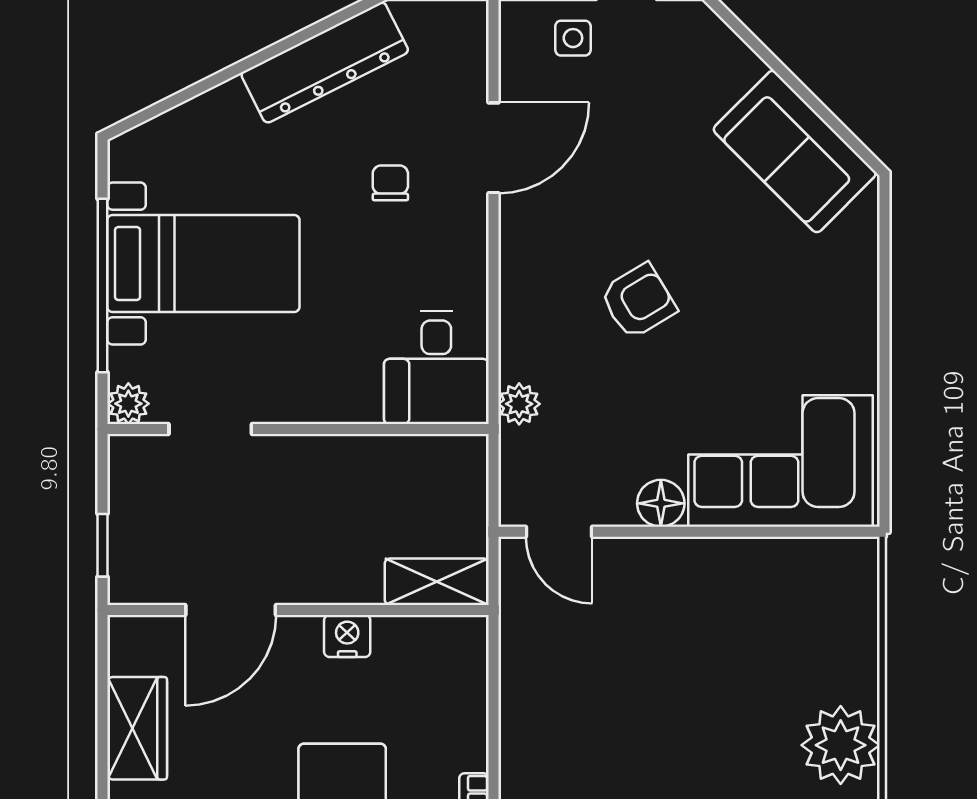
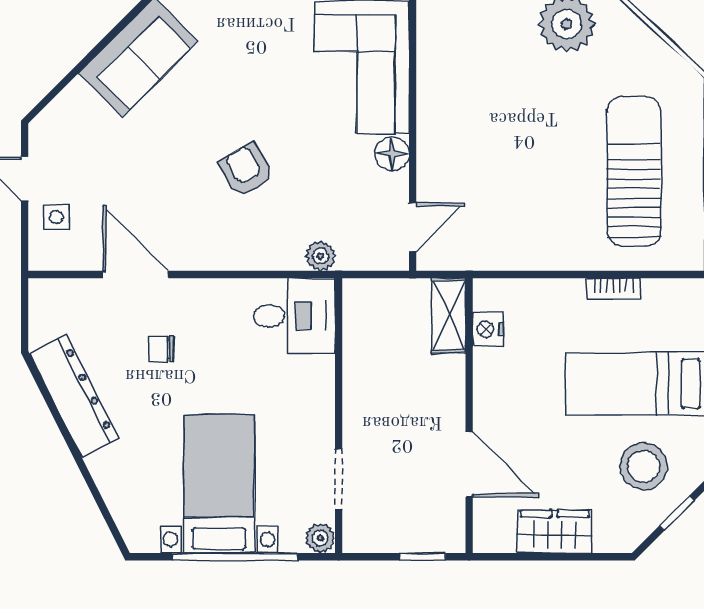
nightstand: (347, 636) -> (488, 329), moved

